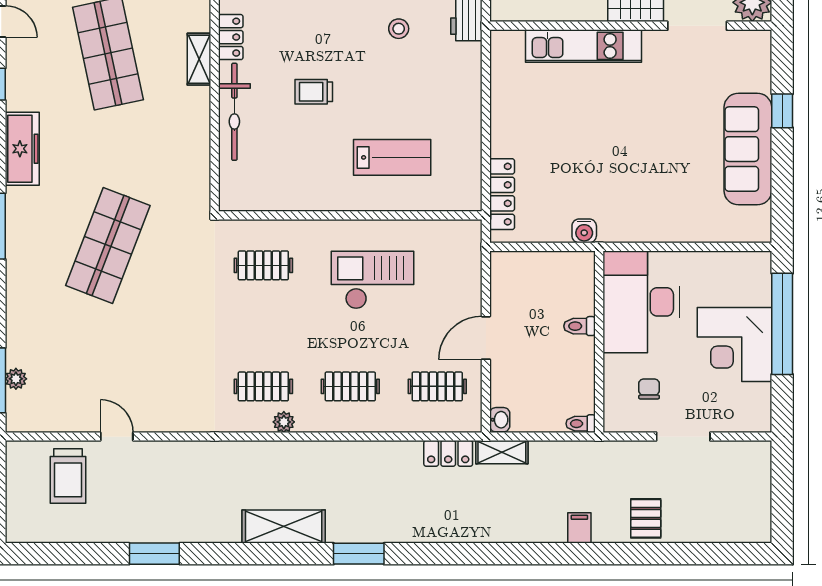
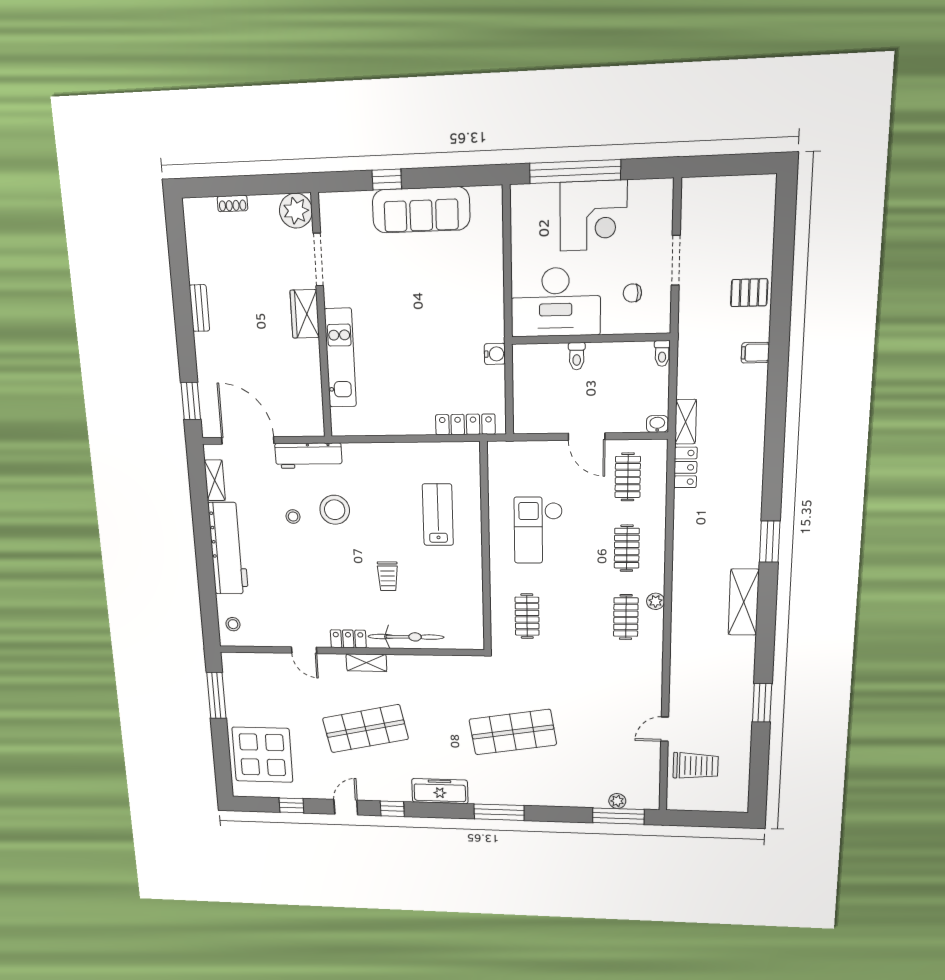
stool: (399, 29) -> (335, 510), width x1.89, depth x1.89
shop shelf: (108, 245) -> (513, 732), turned -30

